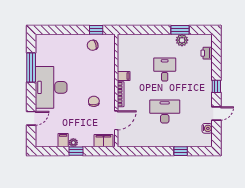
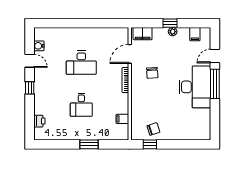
window: (180, 30) -> (89, 144), moved
plant: (182, 40) -> (64, 134), removed
window: (31, 67) -> (215, 84), moved
filing cabinet: (124, 76) -> (122, 119), moved
door: (216, 113) -> (30, 61), swing flipped
filing cabinet: (63, 140) -> (195, 34), moved
window: (181, 151) -> (65, 23), removed

